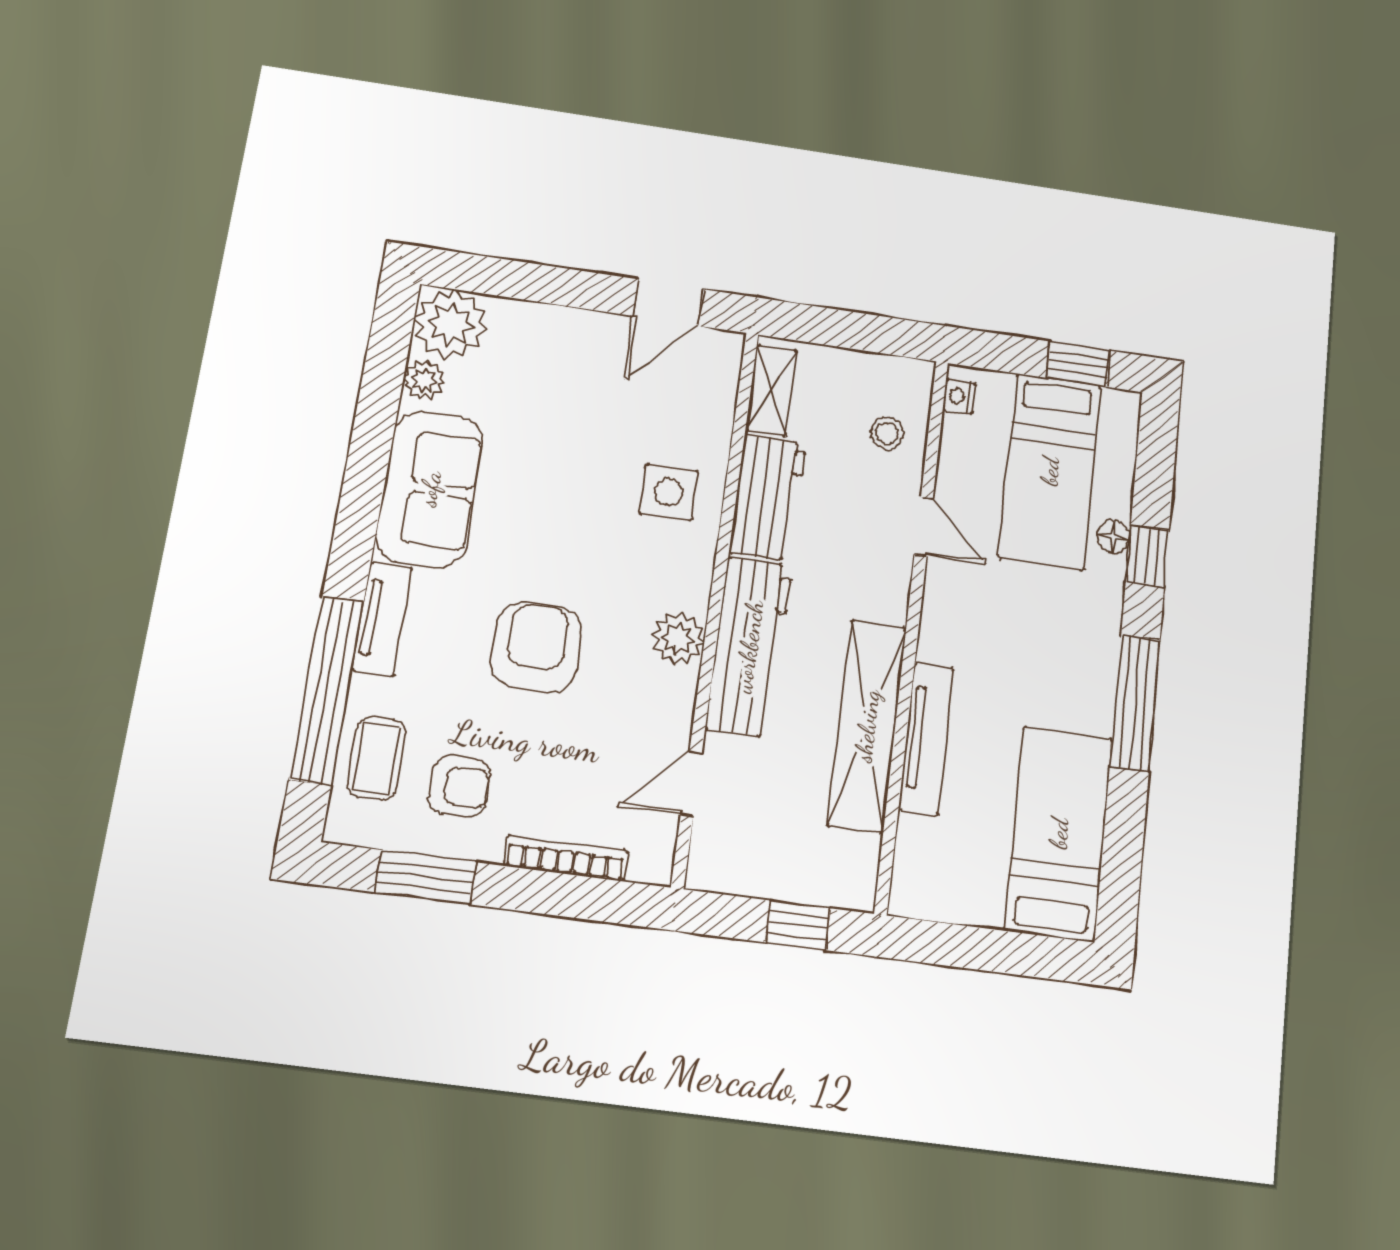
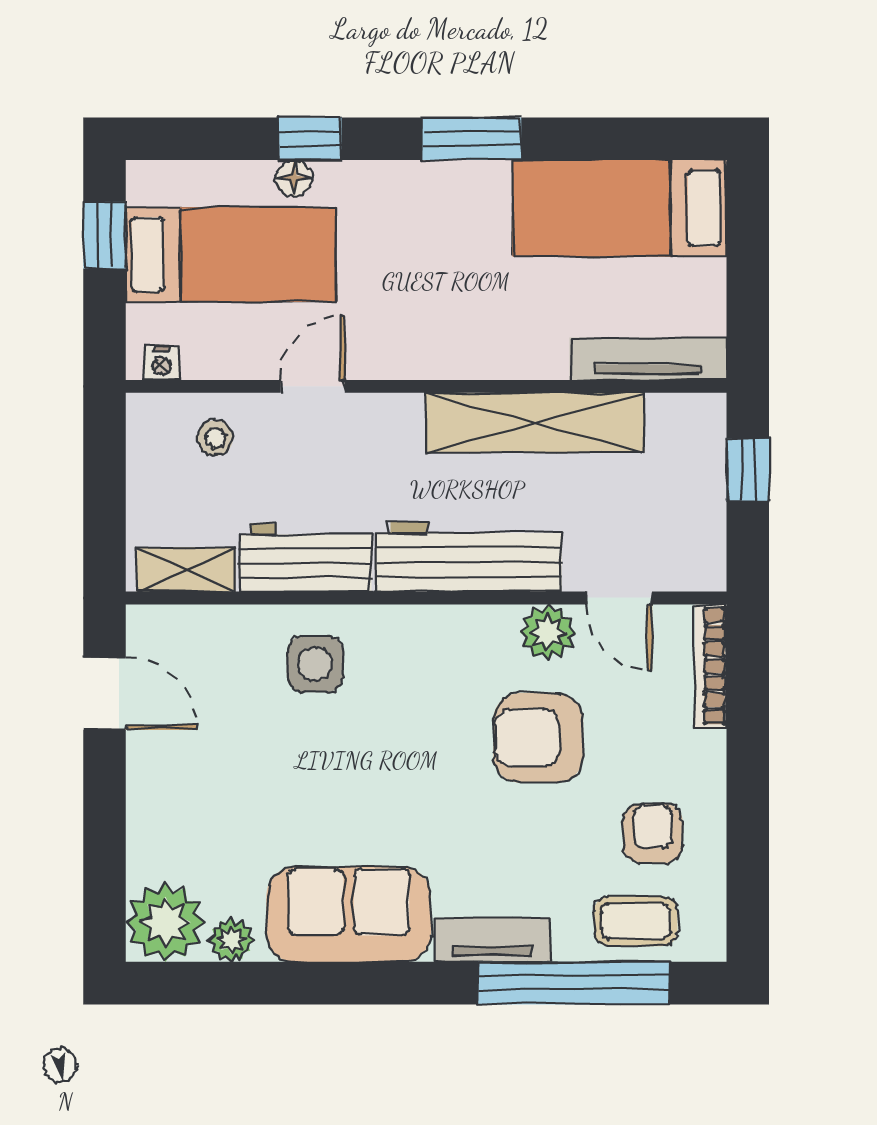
plant: (678, 639) -> (548, 632), moved
armchair: (536, 647) -> (538, 738), moved
window: (1135, 703) -> (472, 139), width x0.69
tv unit: (926, 738) -> (648, 359), moved
bookcase: (566, 858) -> (711, 666), moved
window: (426, 877) -> (748, 852), removed

